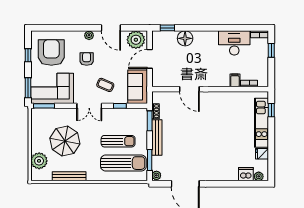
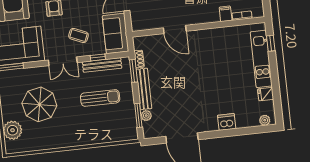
sun lounger: (123, 163) -> (109, 122), removed
dishwasher: (246, 174) -> (227, 122), moved
plant: (156, 175) -> (146, 116), moved
bench: (69, 176) -> (102, 65), moved

